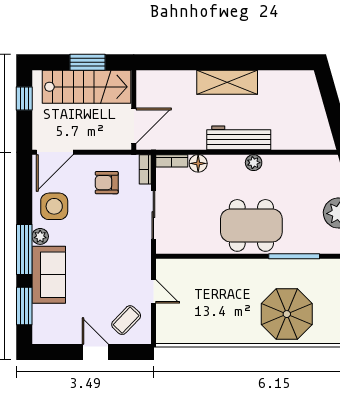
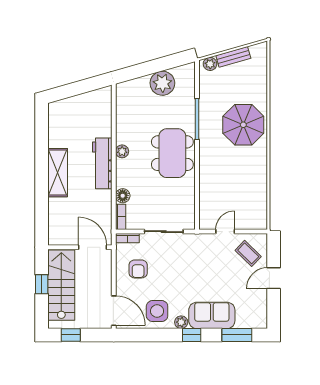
window: (87, 62) -> (42, 284), width x0.67
window: (24, 250) -> (192, 335), width x0.46

